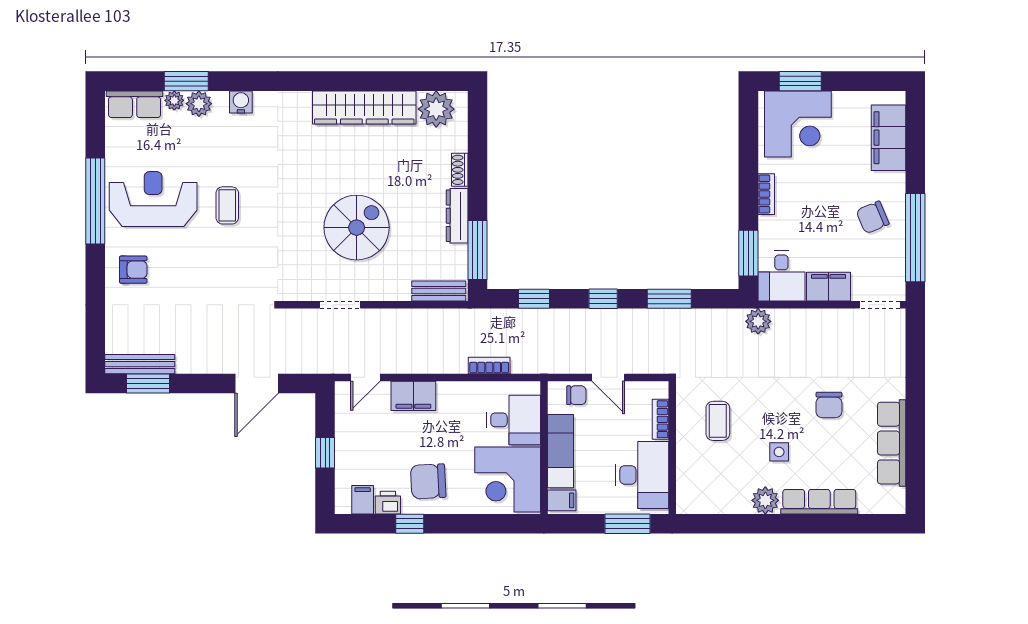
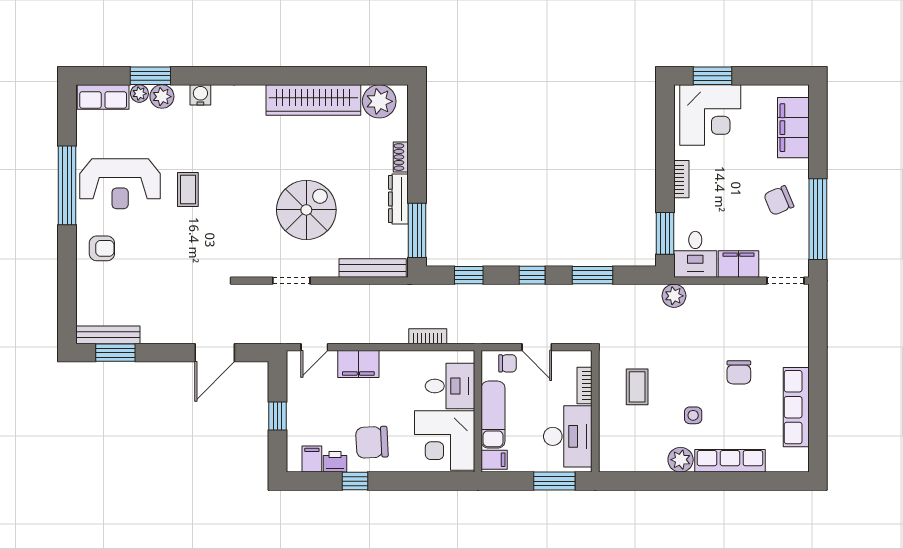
reception desk: (153, 199) -> (120, 184), turned 180
bench: (439, 291) -> (373, 268), width x1.36

